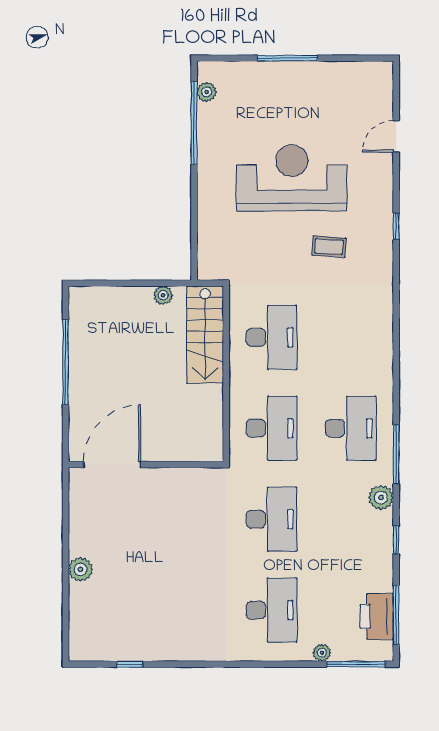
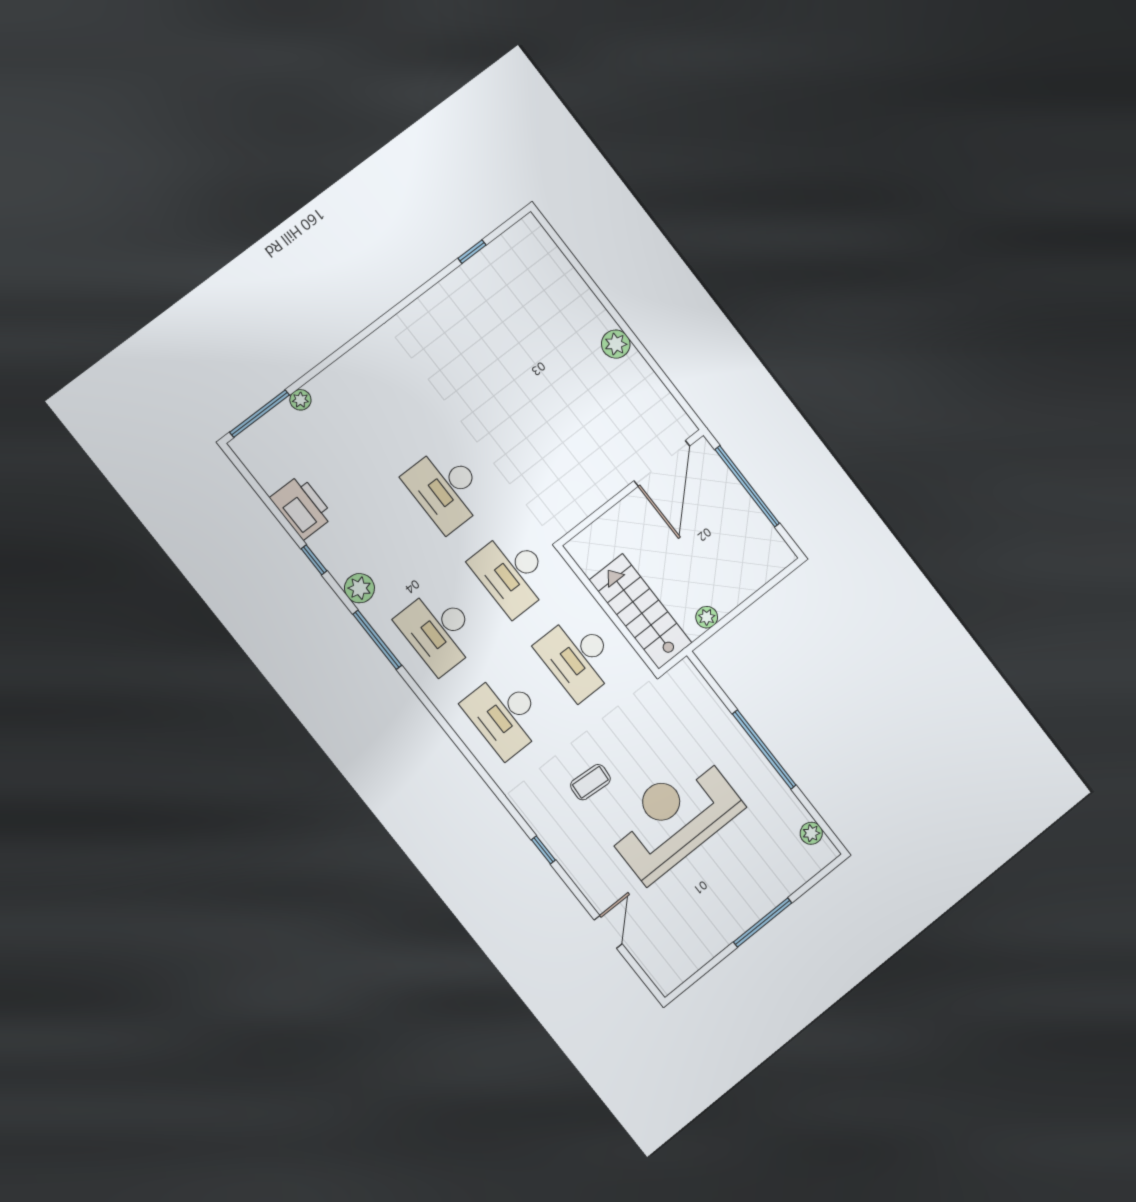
window: (194, 123) -> (764, 750), moved
reception desk: (292, 178) -> (673, 817), turned 180
door: (112, 465) -> (662, 463), moved
wall: (146, 465) -> (631, 487), moved
plant: (80, 569) -> (616, 344), moved
desk: (272, 610) -> (505, 715), moved
window: (396, 615) -> (258, 489), removed
printer: (377, 616) -> (302, 507), moved

